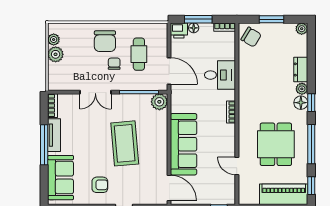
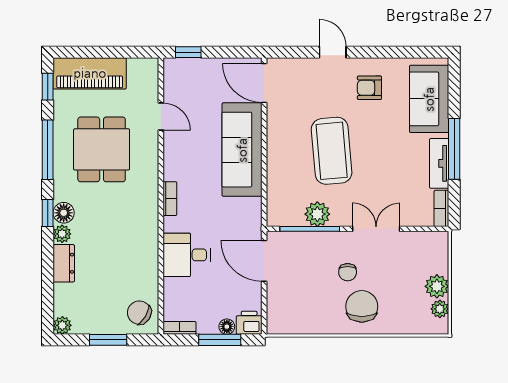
cafe table: (139, 54) -> (310, 287), removed
plant: (159, 102) -> (317, 214), moved

